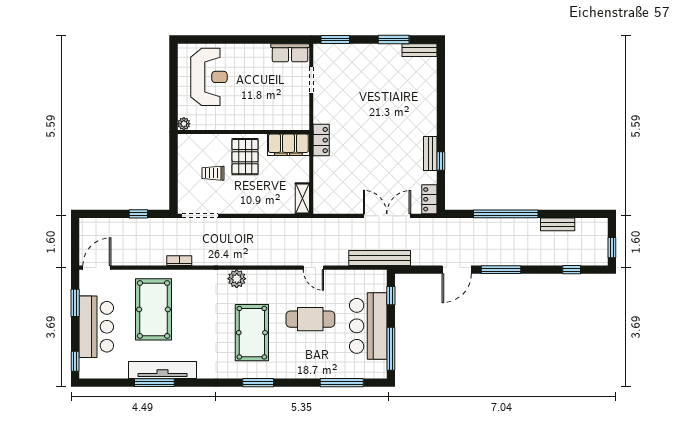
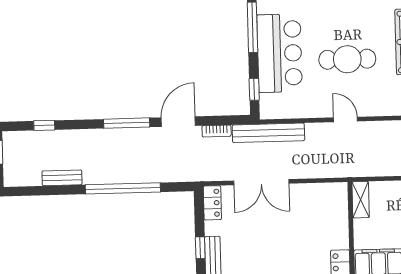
bookcase: (424, 261) -> (217, 131), added

